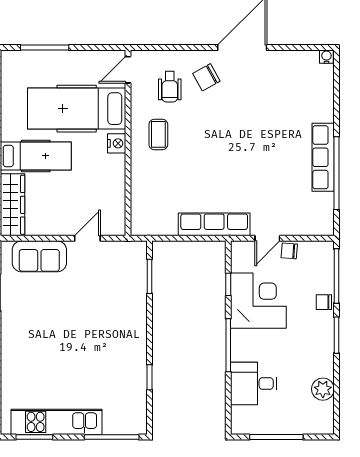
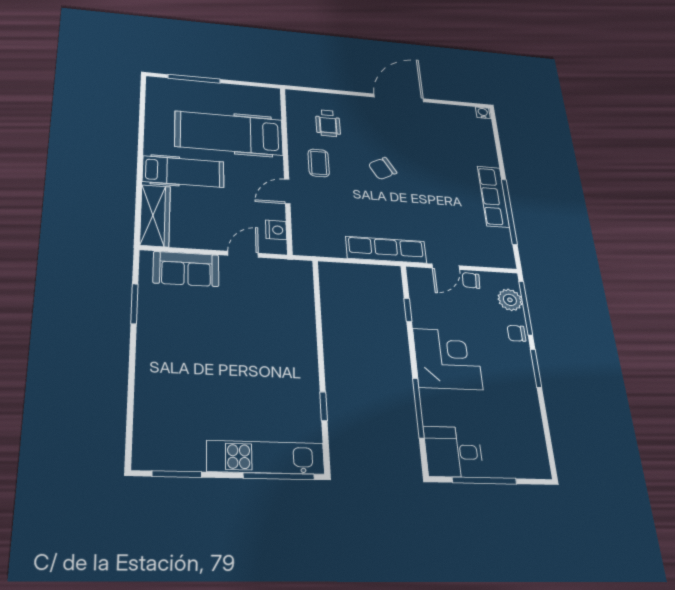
door: (128, 70) -> (287, 191), moved
chair: (206, 77) -> (382, 168), moved
nightstand: (117, 143) -> (276, 230), moved
window: (150, 276) -> (317, 297), removed
corner desk: (258, 301) -> (448, 359), moved
window: (228, 345) -> (418, 408), moved
desk: (254, 383) -> (454, 452), moved
plant: (323, 389) -> (510, 300), moved
kitchen unit: (57, 422) -> (266, 457), moved

